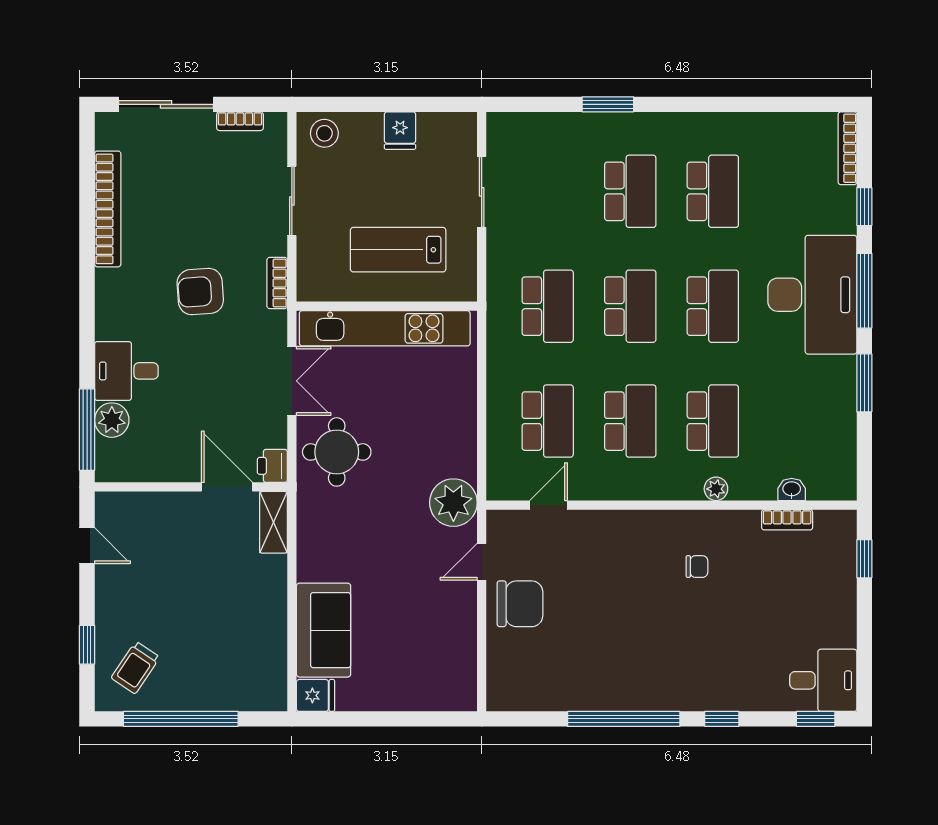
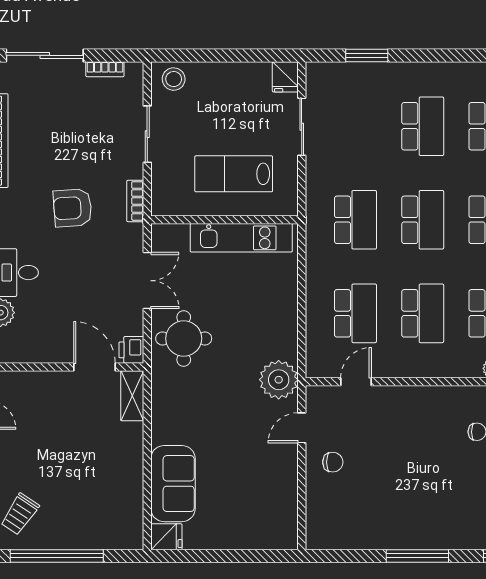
window: (608, 104) -> (367, 55), moved
fridge: (400, 131) -> (285, 77), moved
kitchen unit: (385, 328) -> (241, 238), width x0.73
chair: (520, 604) -> (333, 462), width x0.54, depth x0.54
window: (624, 719) -> (417, 556), width x0.68

